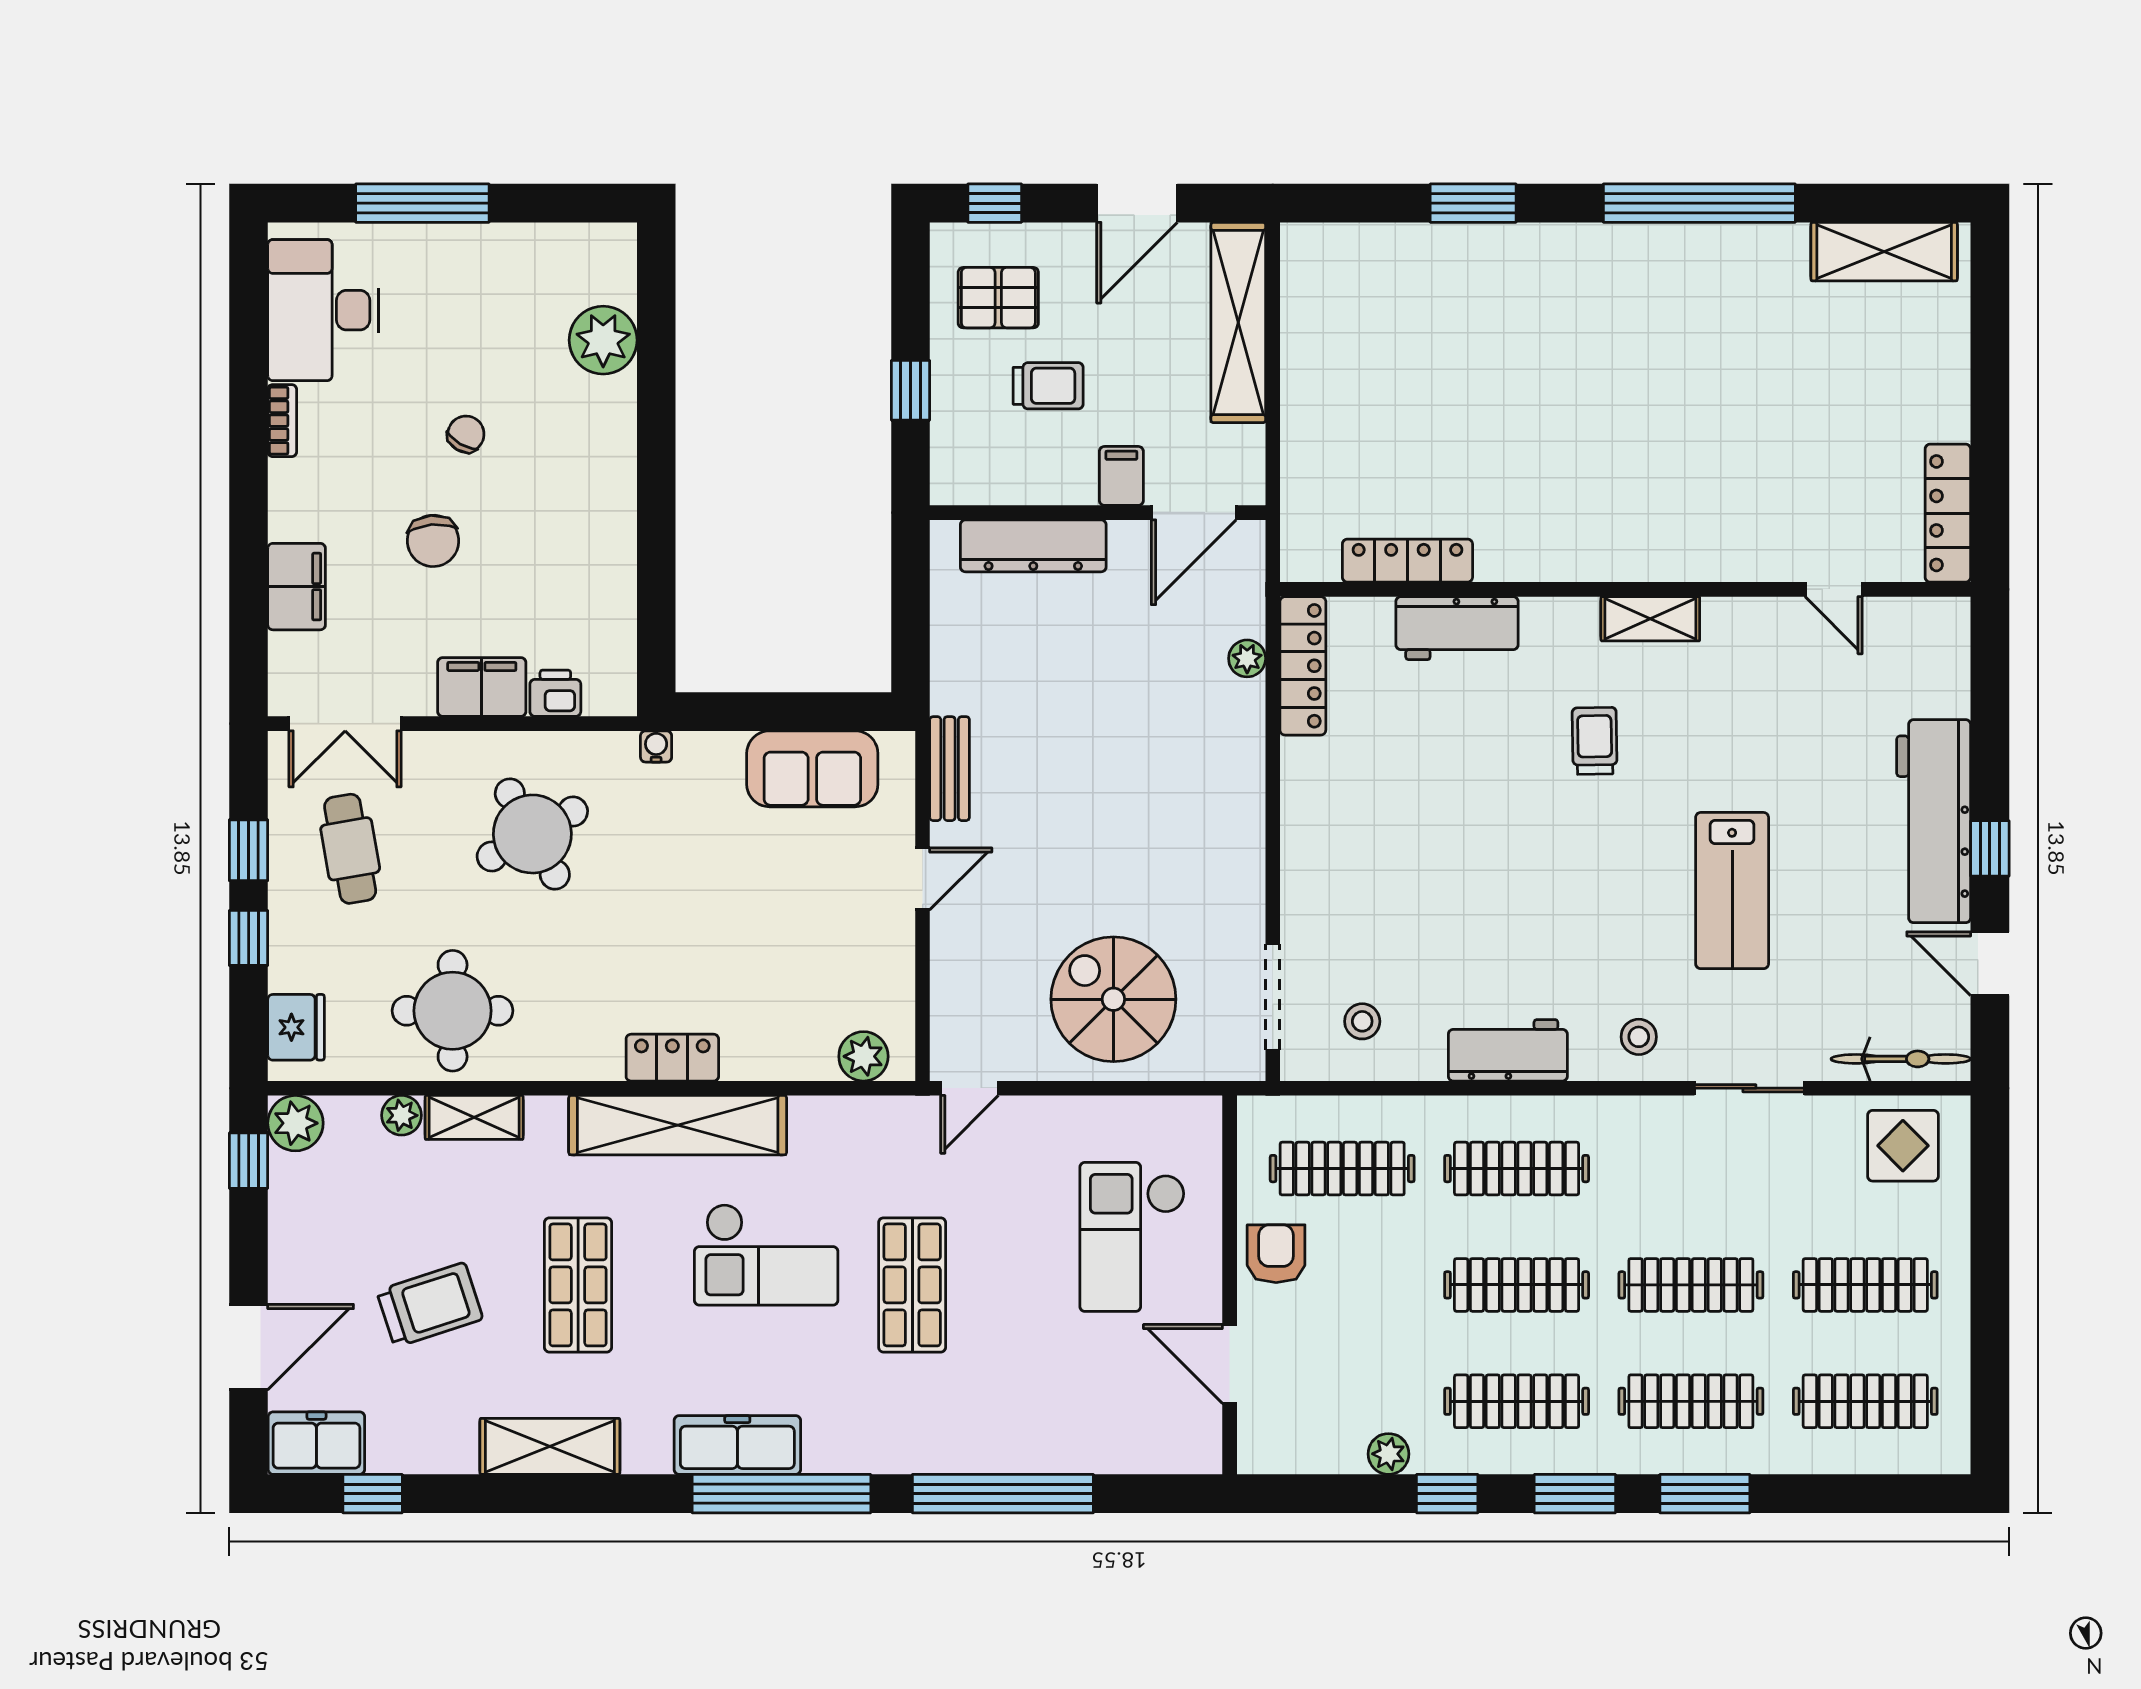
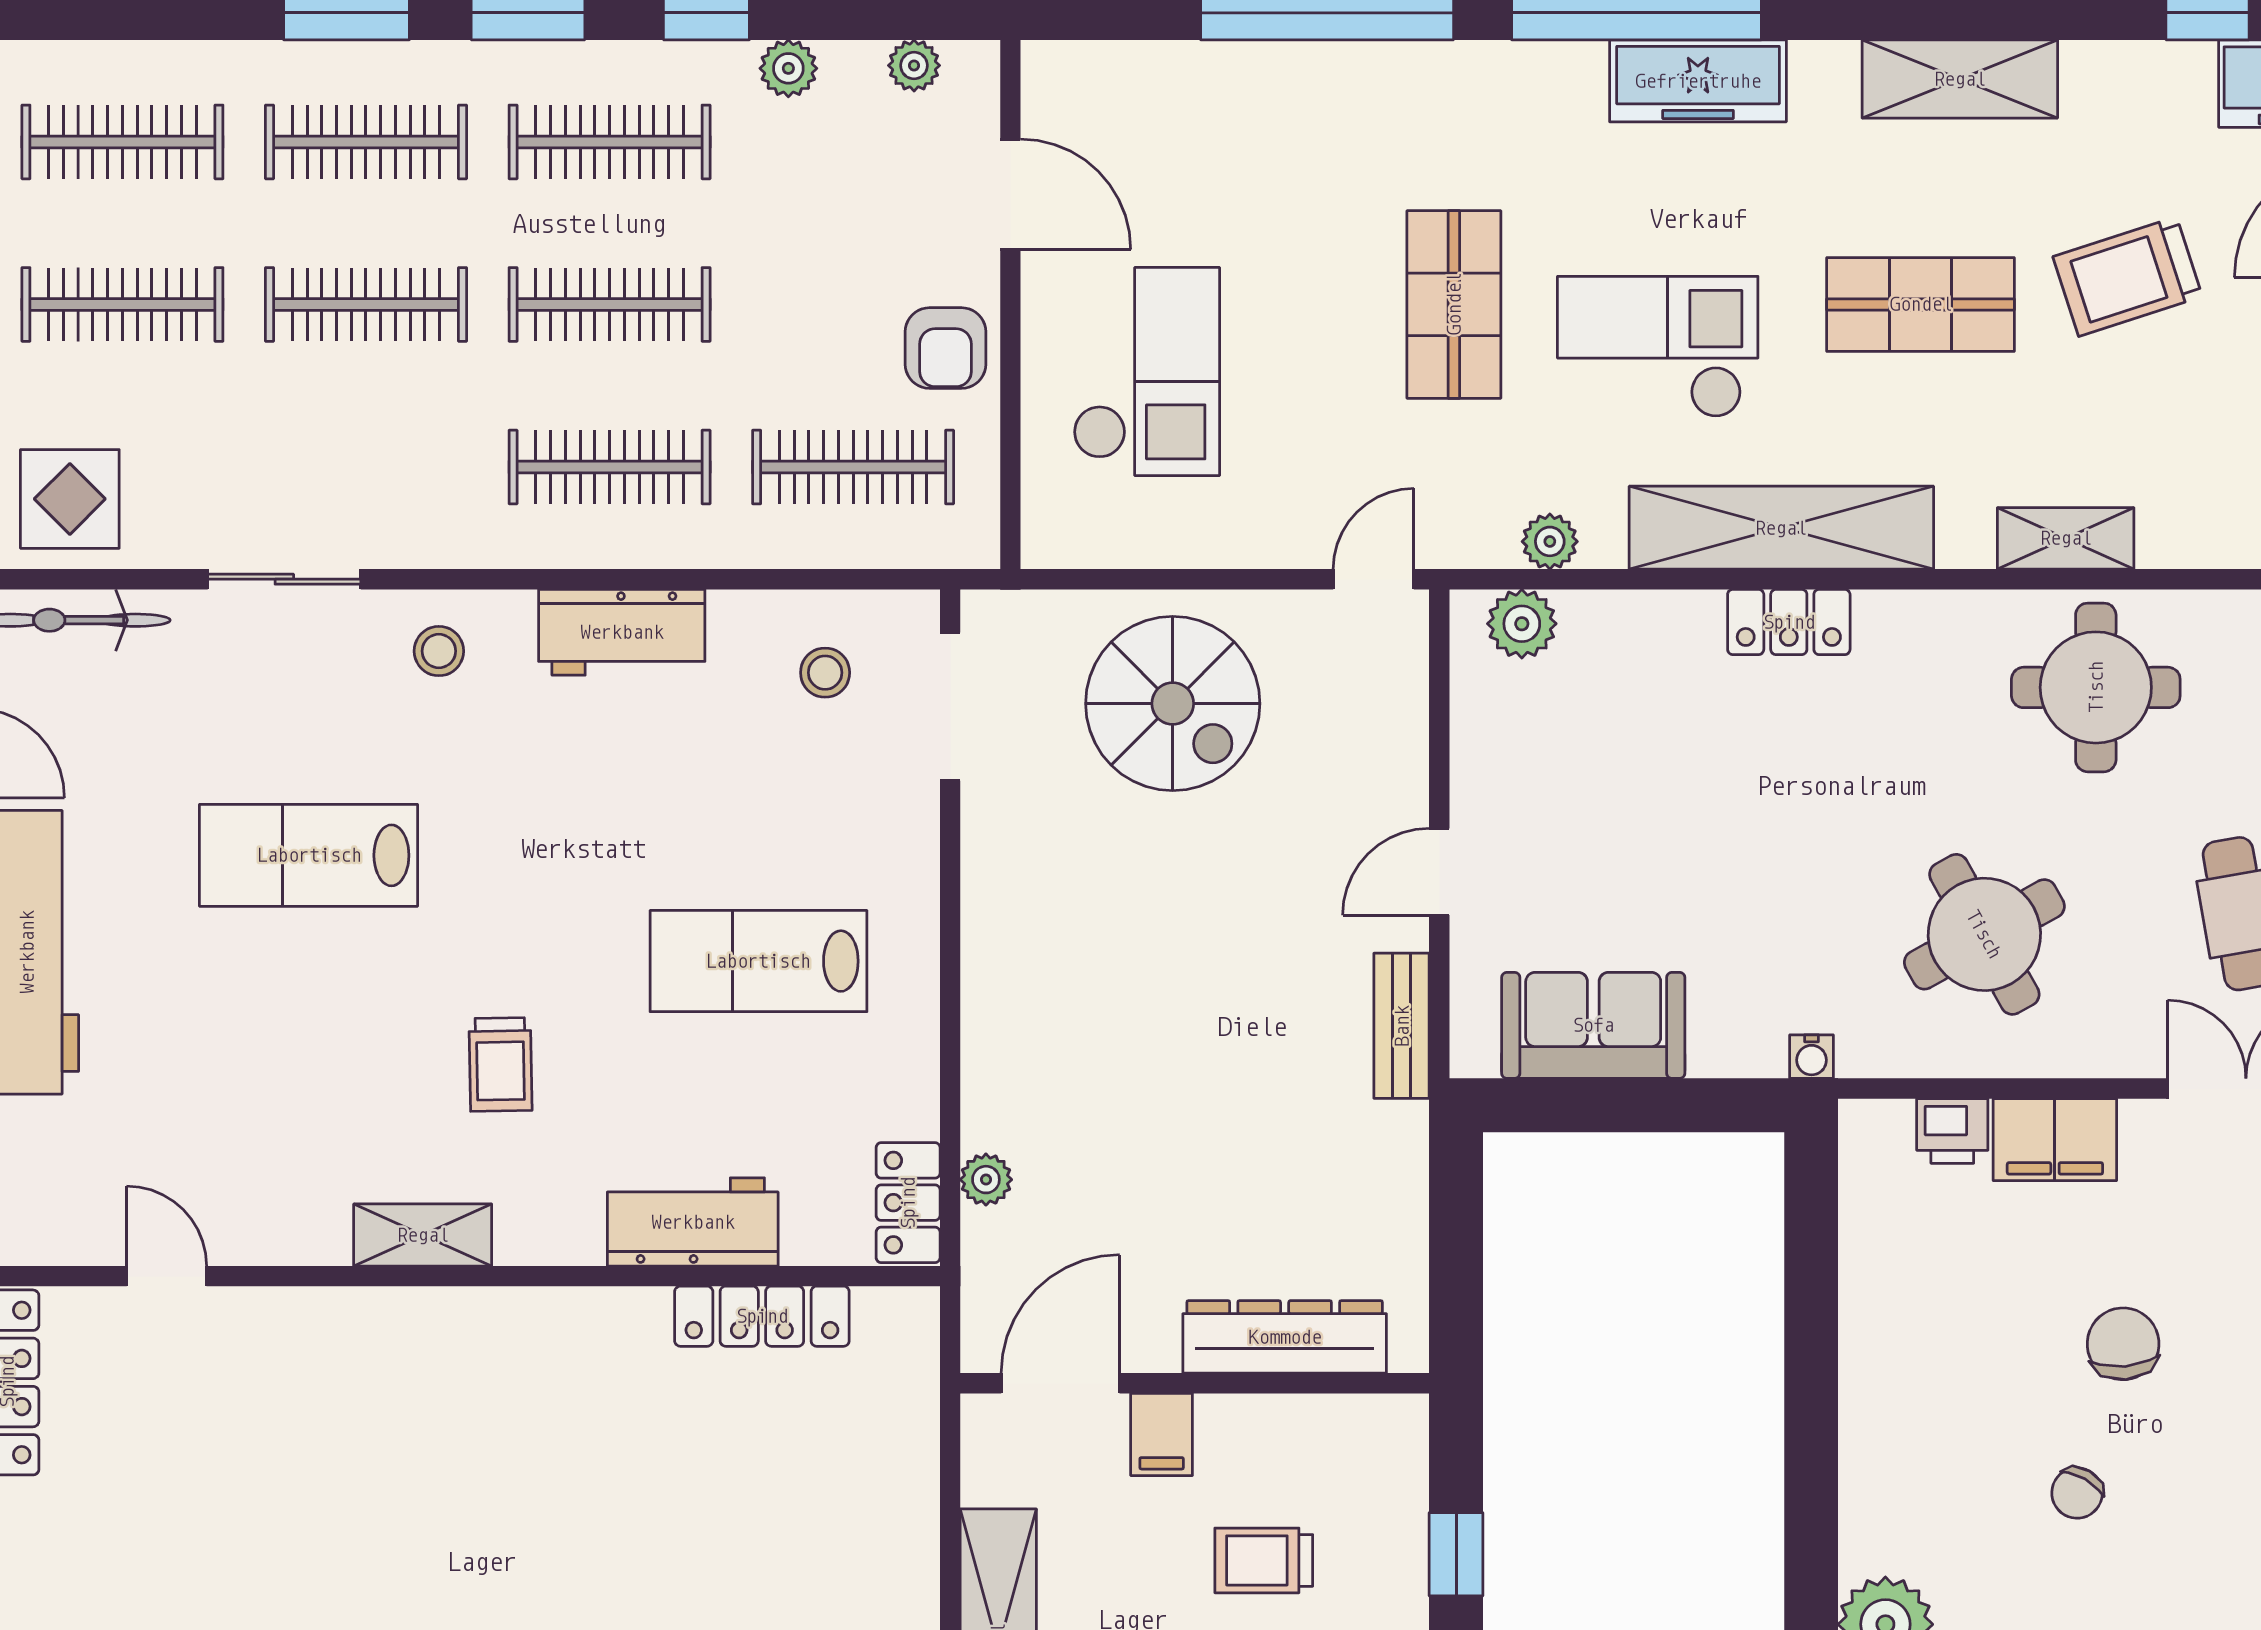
locker: (1303, 666) -> (908, 1203), width x0.66
lab bench: (1410, 815) -> (758, 961), added
lab bench: (1732, 891) -> (309, 855), turned -90
plant: (402, 1115) -> (1550, 541), moved
shop shelf: (578, 1285) -> (1921, 304), turned 90
plant: (1299, 1456) -> (914, 65), added

